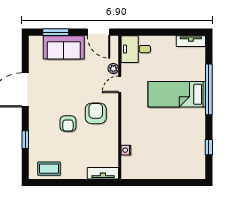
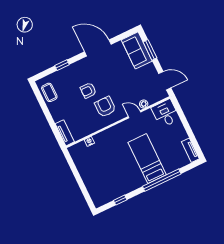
door: (98, 32) -> (165, 81), swing flipped
sofa: (64, 47) -> (137, 50), moved
armchair: (96, 113) -> (105, 107), turned -90

